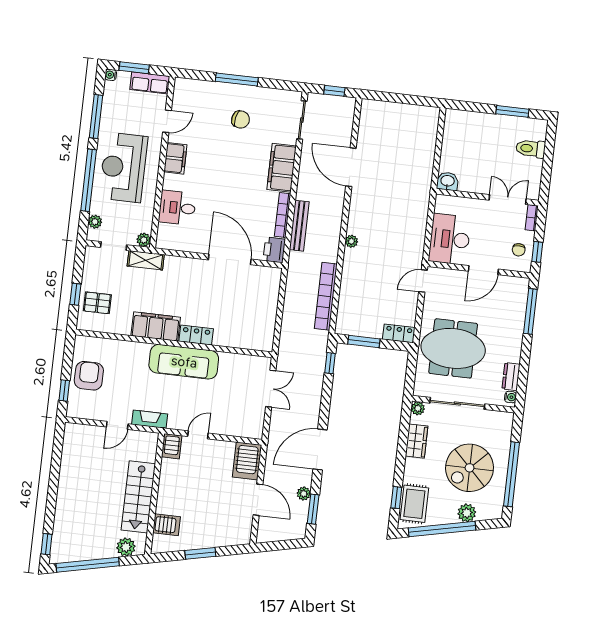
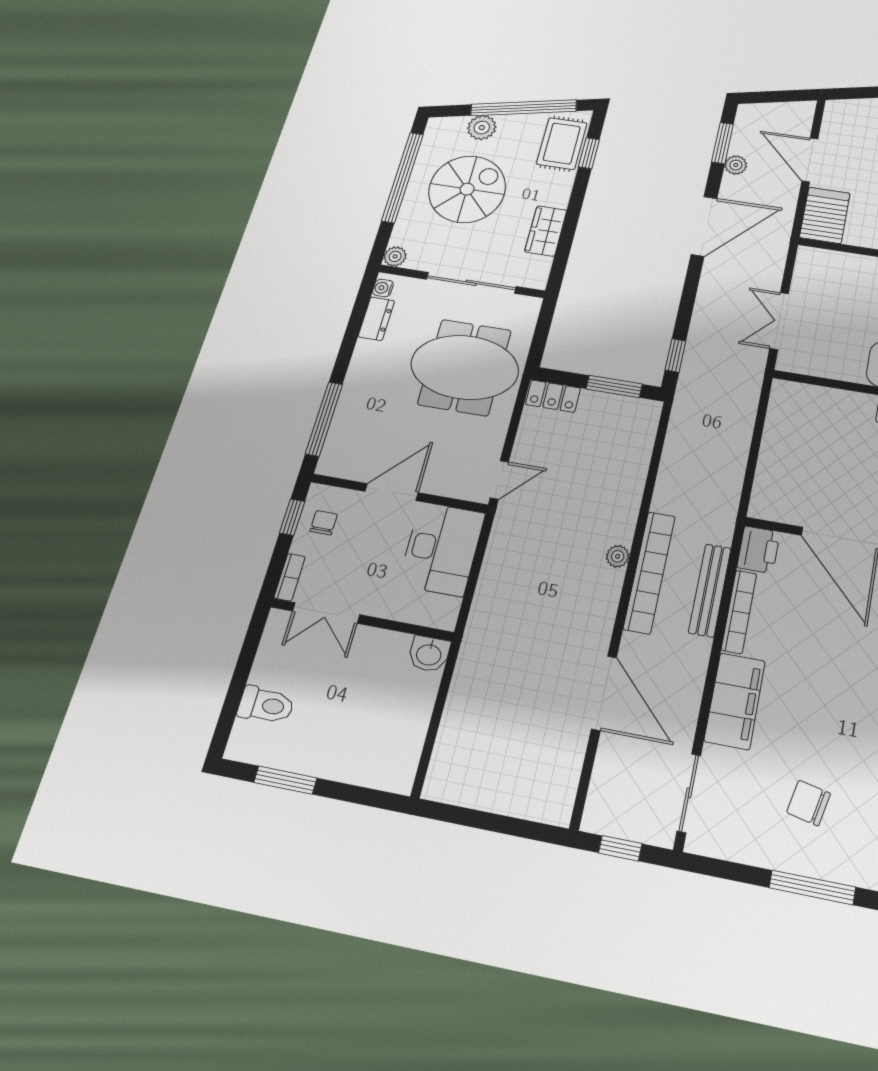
bookcase: (326, 296) -> (649, 572), moved
plant: (418, 408) -> (395, 256), moved

